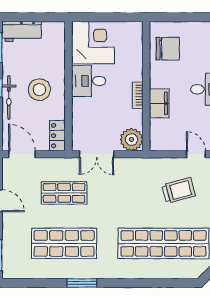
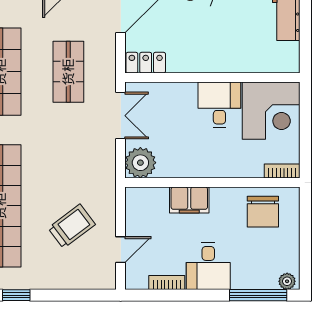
stool: (39, 90) -> (208, 38), removed
bookcase: (138, 95) -> (282, 171), moved
double door: (97, 154) -> (121, 116), swing flipped
trolley: (179, 190) -> (72, 226), turned -112

